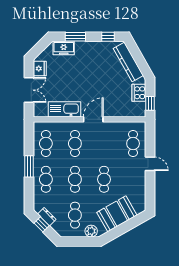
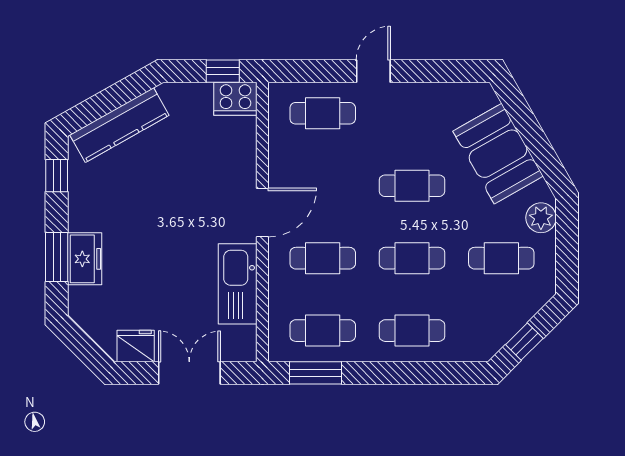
freezer: (64, 48) -> (85, 259), moved
cooker: (139, 93) -> (235, 99), moved
door: (93, 119) -> (262, 212), swing flipped
window: (29, 166) -> (316, 373), moved
dresser: (47, 217) -> (505, 328), removed

